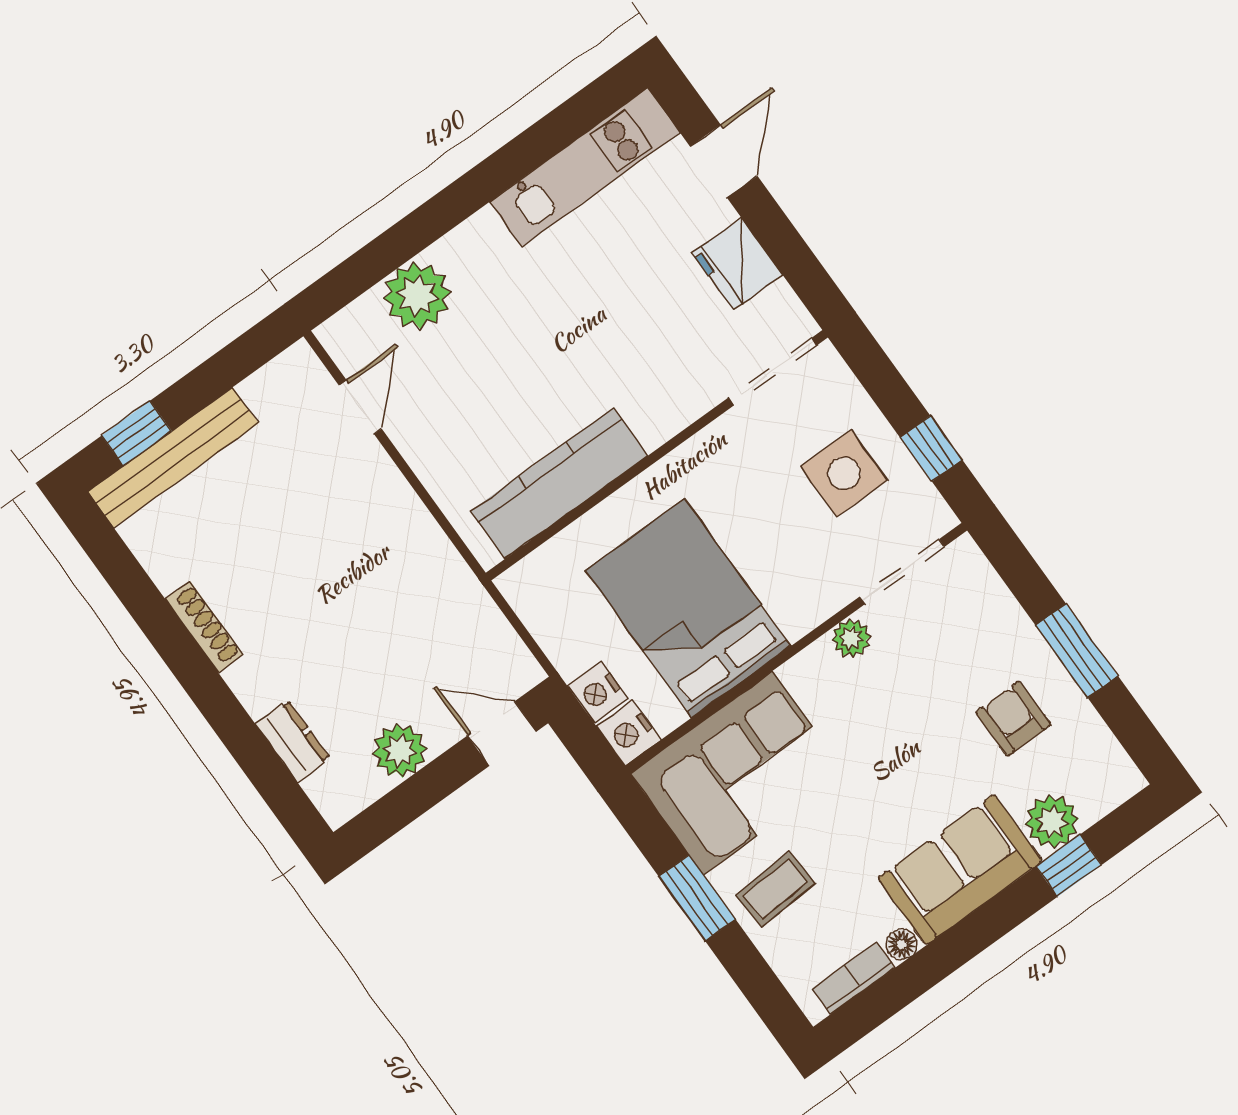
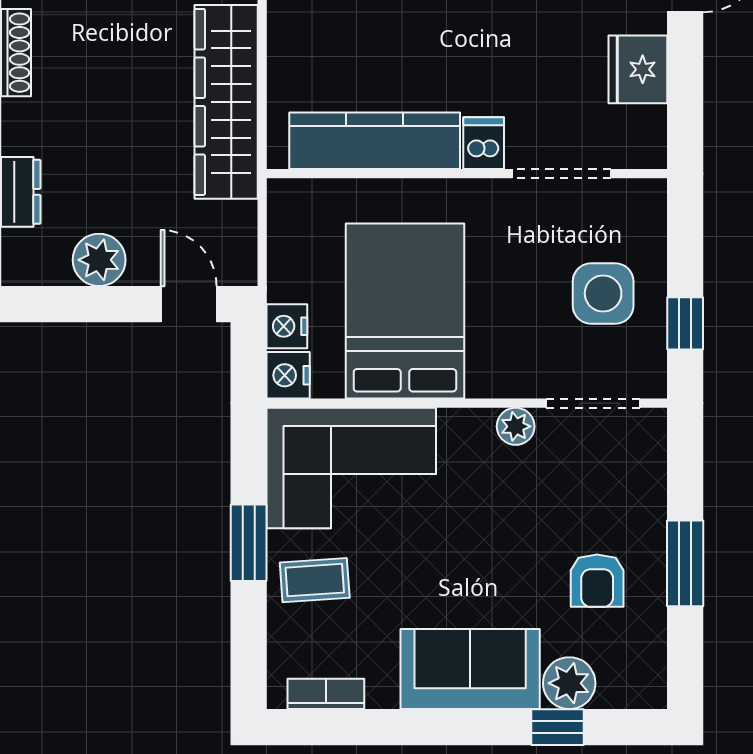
doorway: (773, 372) -> (562, 174), moved
dishwasher: (652, 419) -> (484, 143), added
wardrobe: (411, 541) -> (226, 102), added
armchair: (1013, 718) -> (597, 581), turned 180
floor lamp: (902, 944) -> (382, 694), removed

